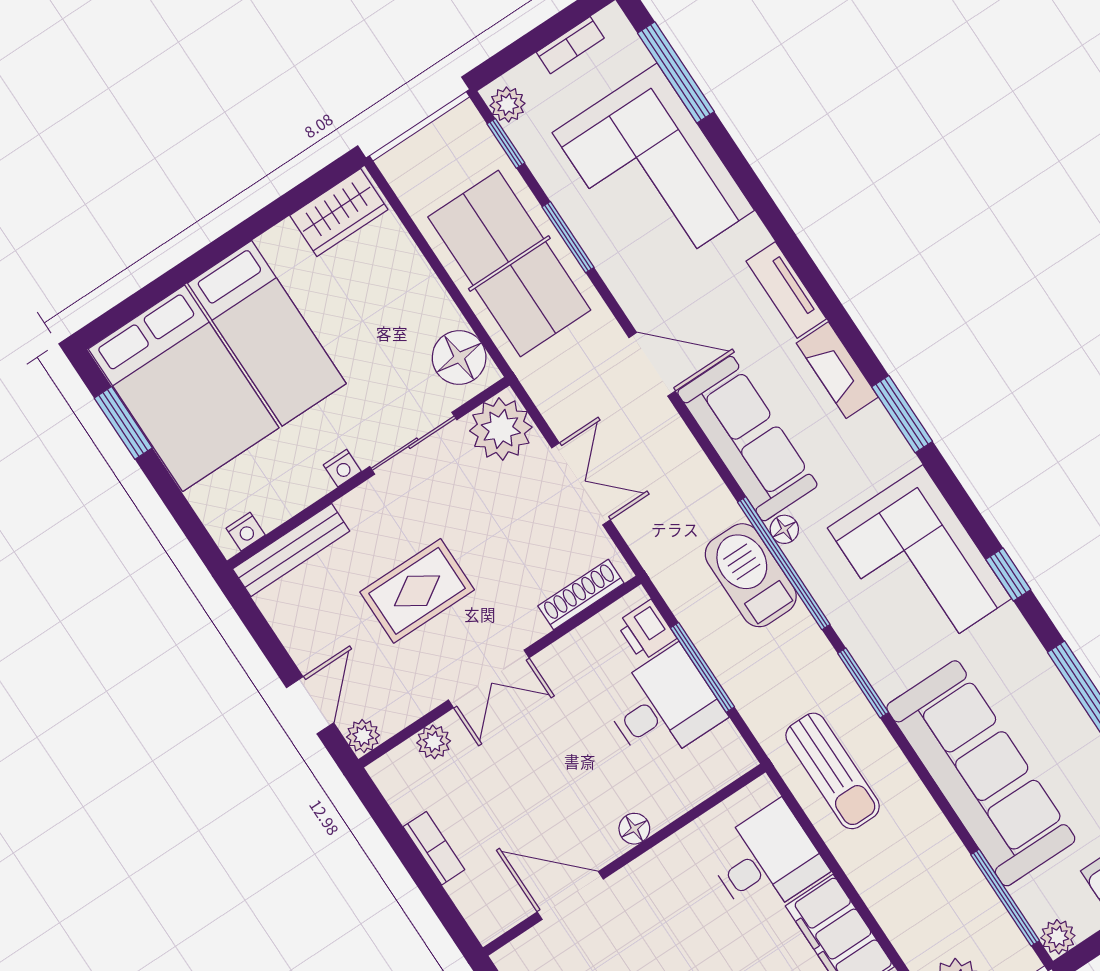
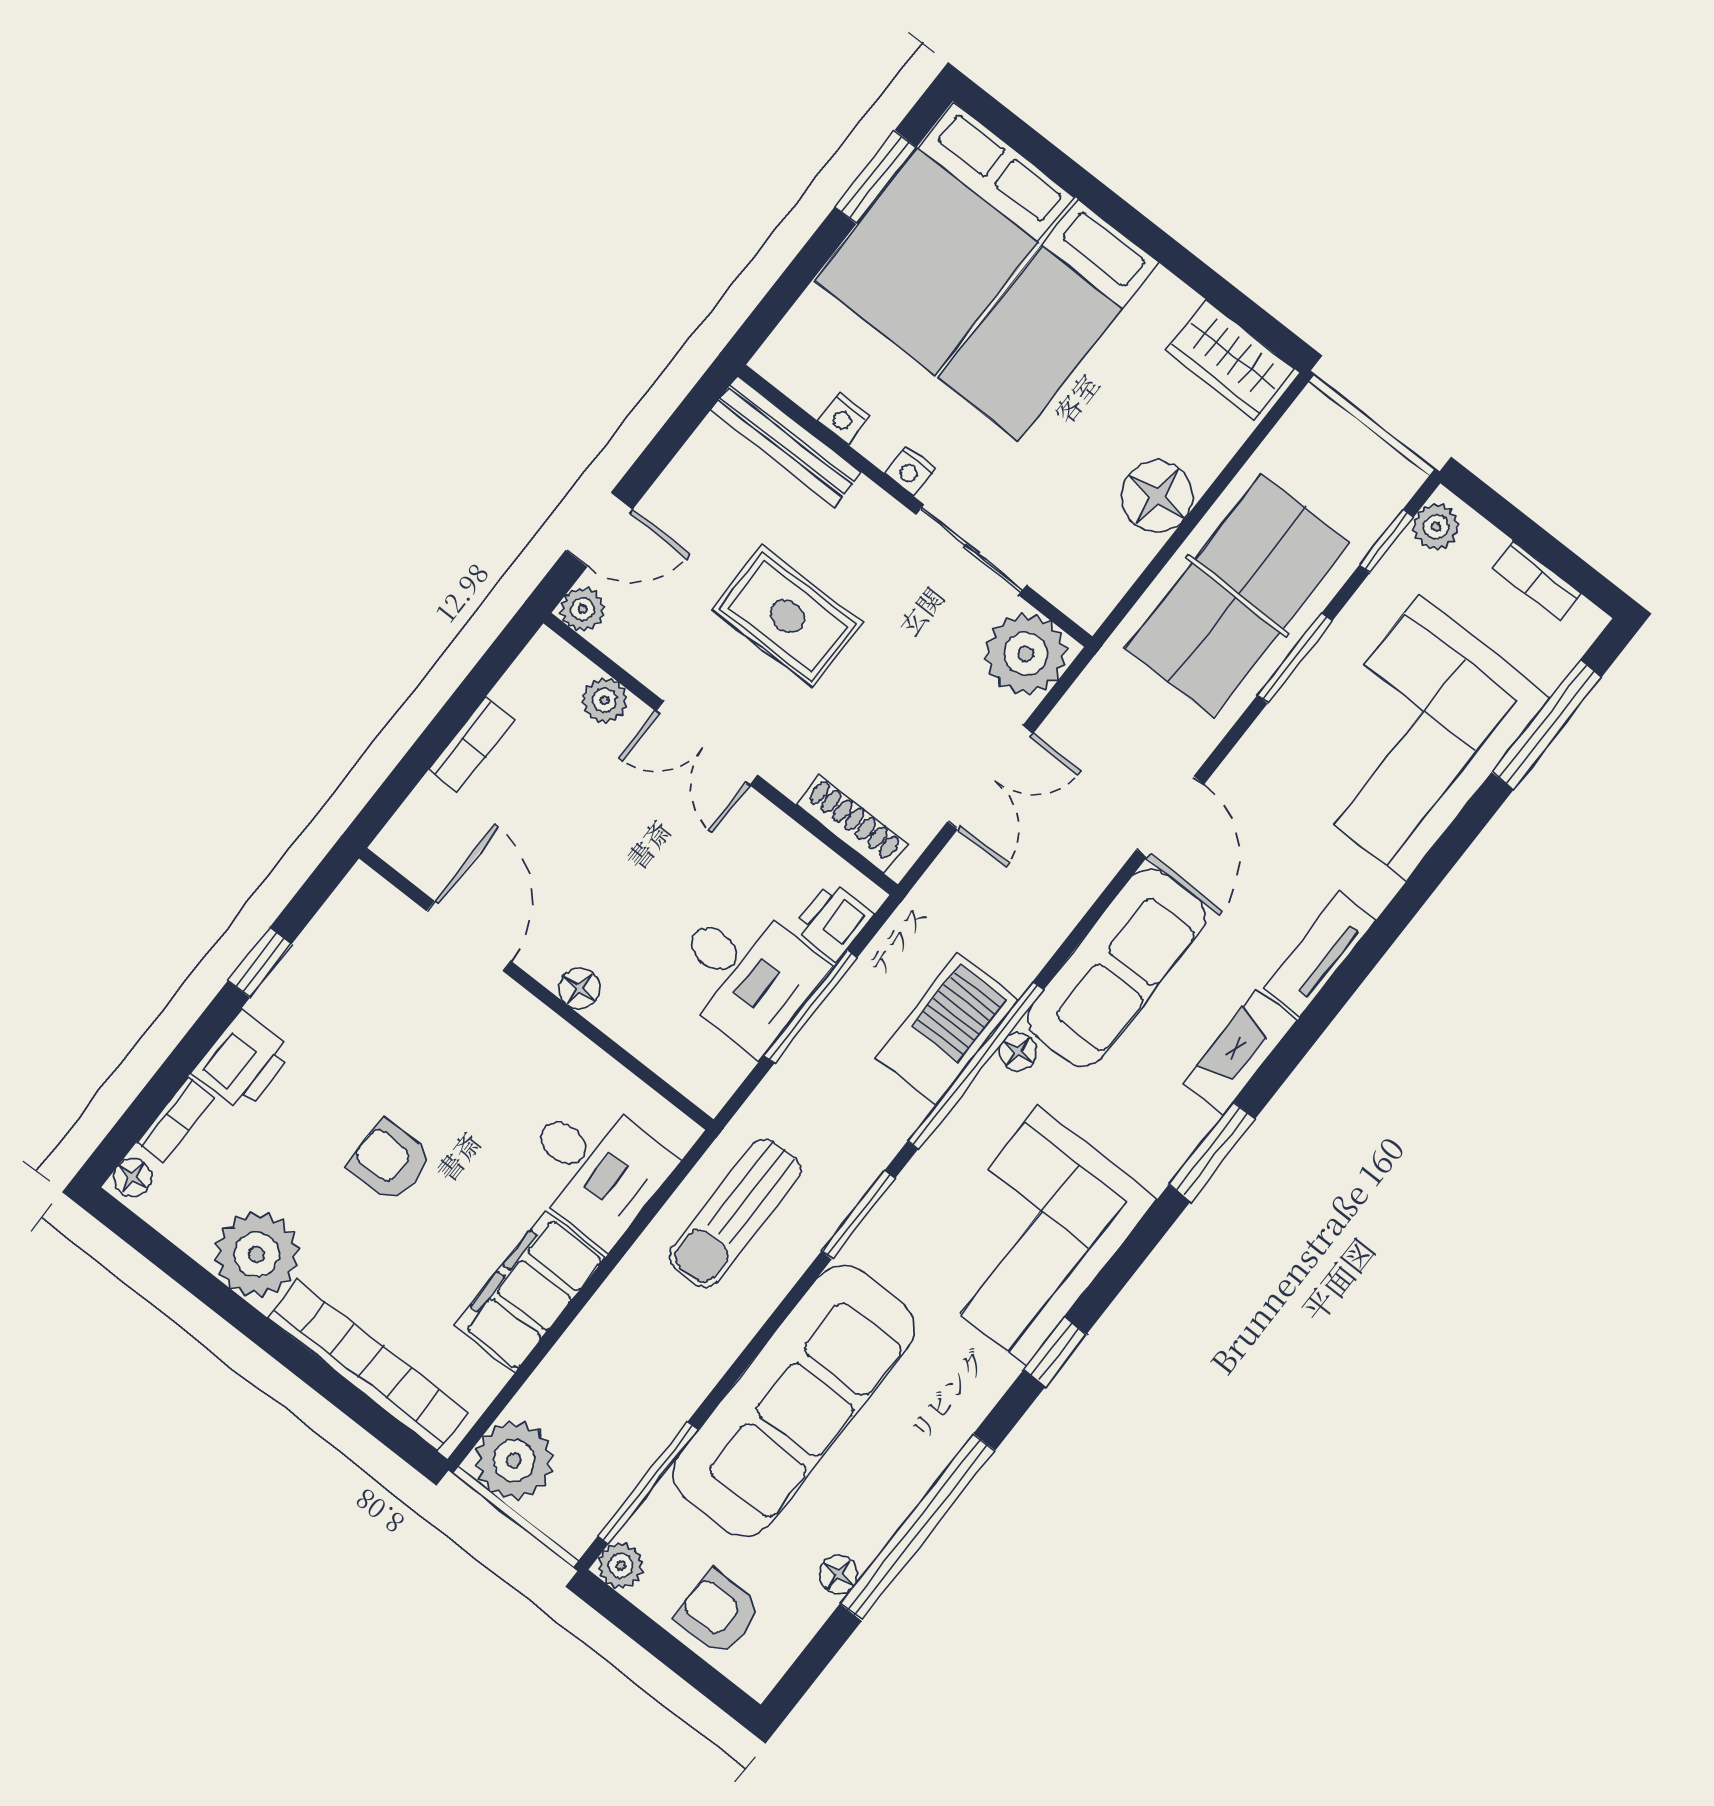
floor lamp: (459, 358) -> (1157, 496), moved
nightstand: (246, 532) -> (844, 418), moved

